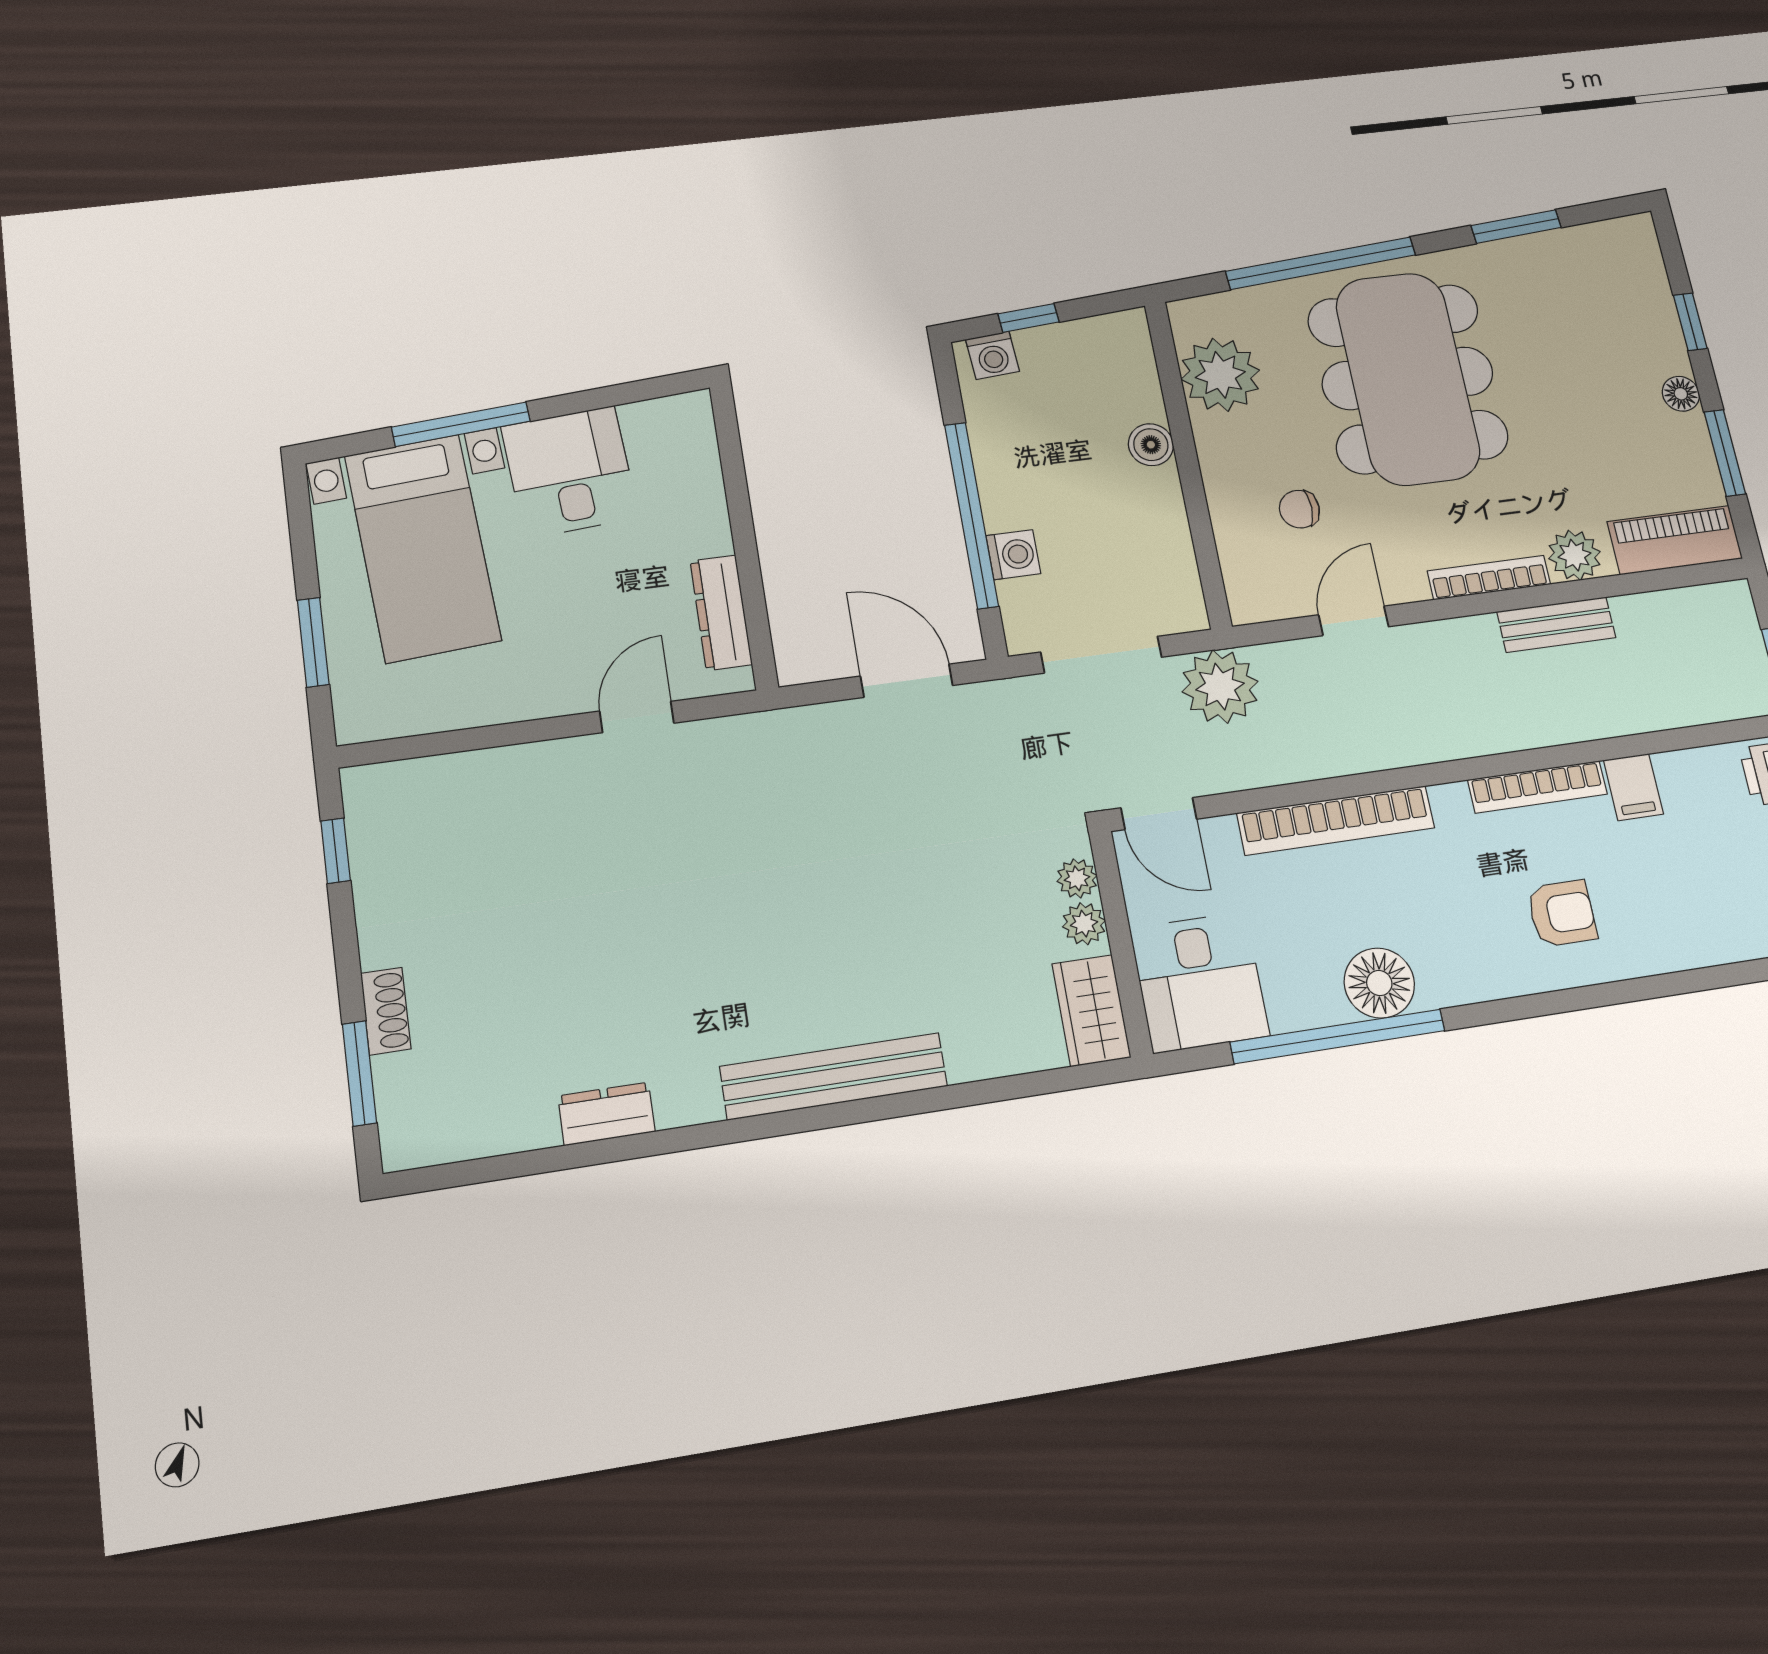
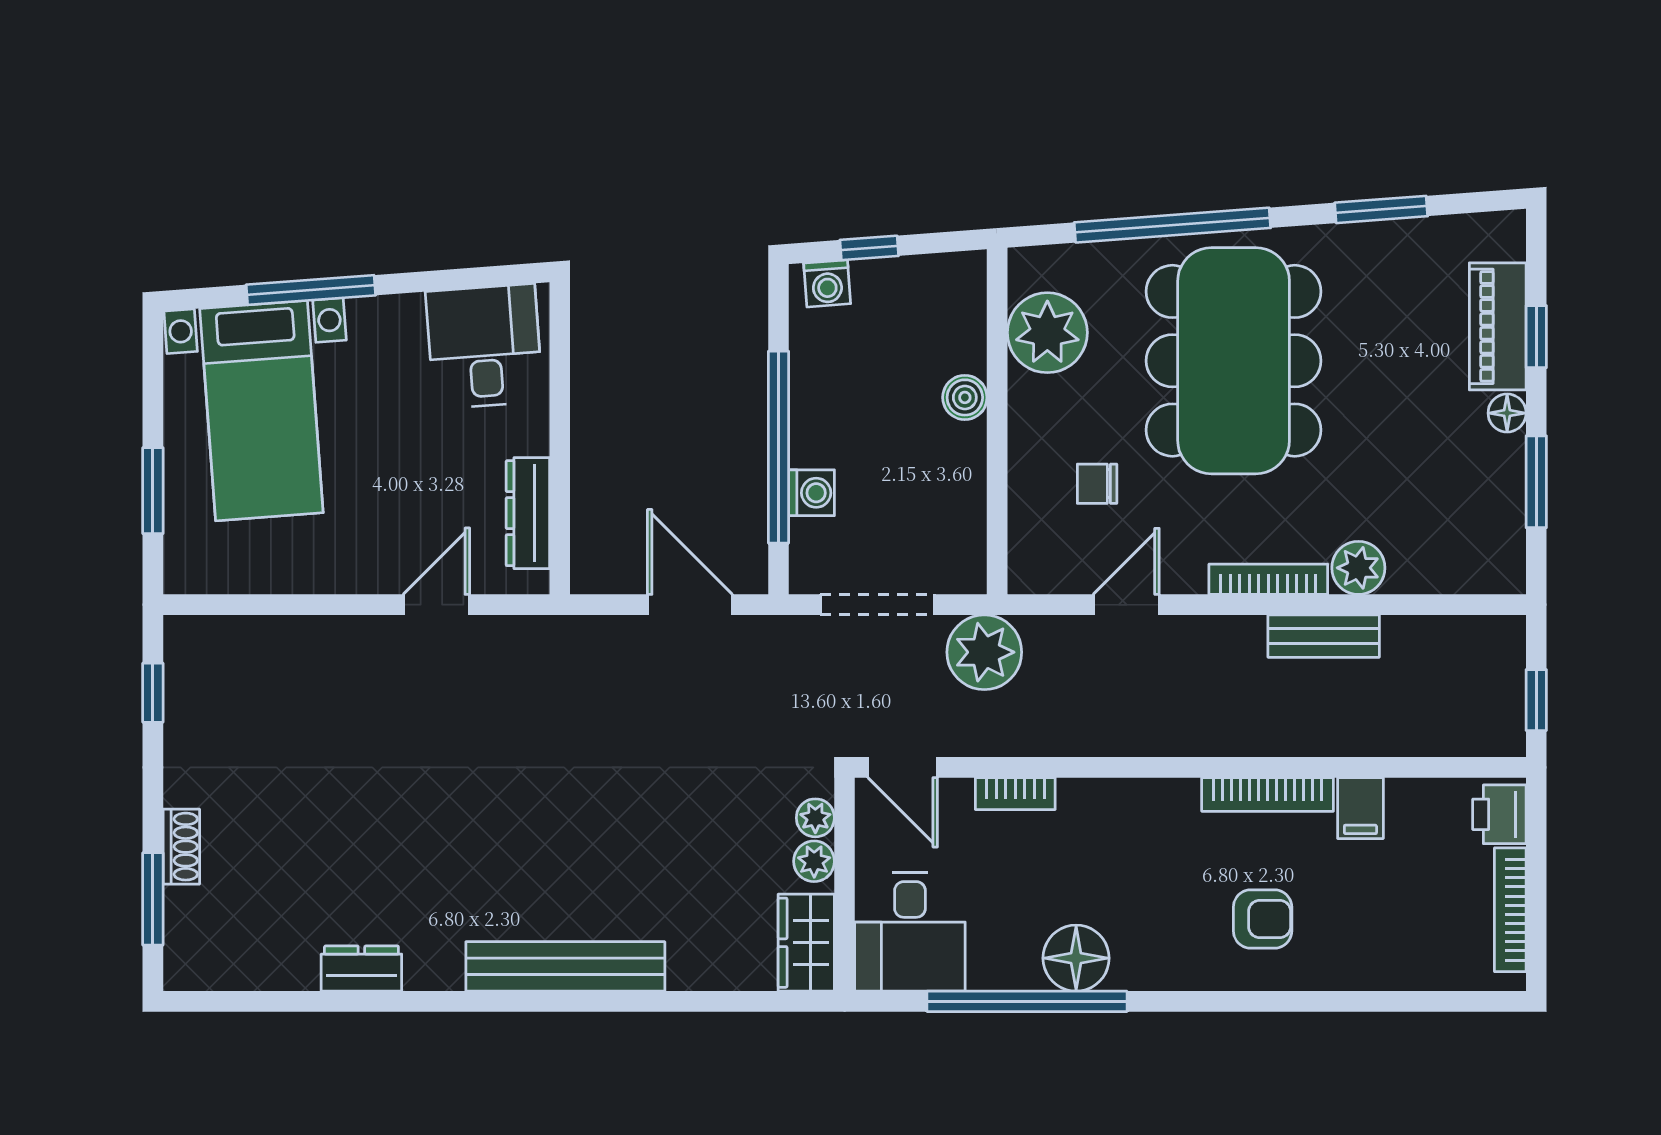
desk: (570, 472) -> (484, 346), moved
piano: (1675, 540) -> (1498, 326), moved, turned -90
bookcase: (1336, 820) -> (1015, 794), width x0.43, depth x0.76

